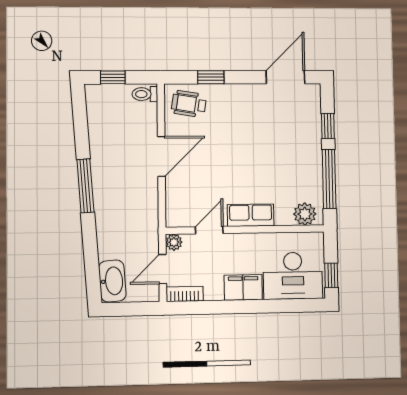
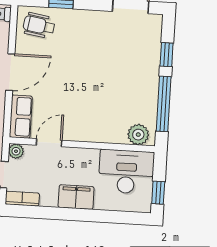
row of seats: (251, 215) -> (21, 117), moved, turned 90
desk: (293, 276) -> (126, 172), moved, turned 180

